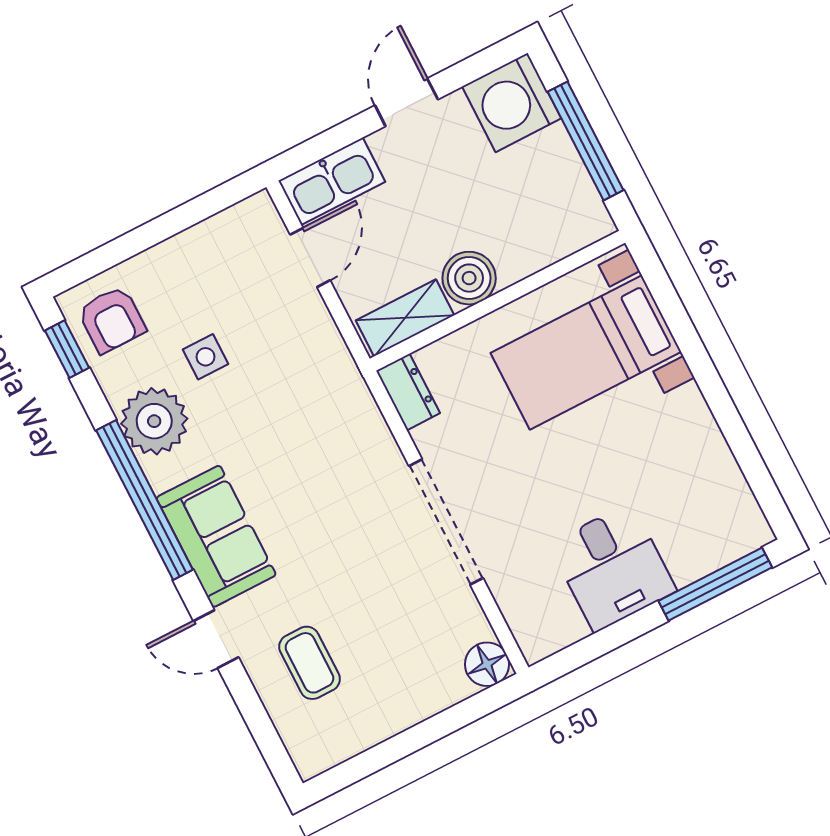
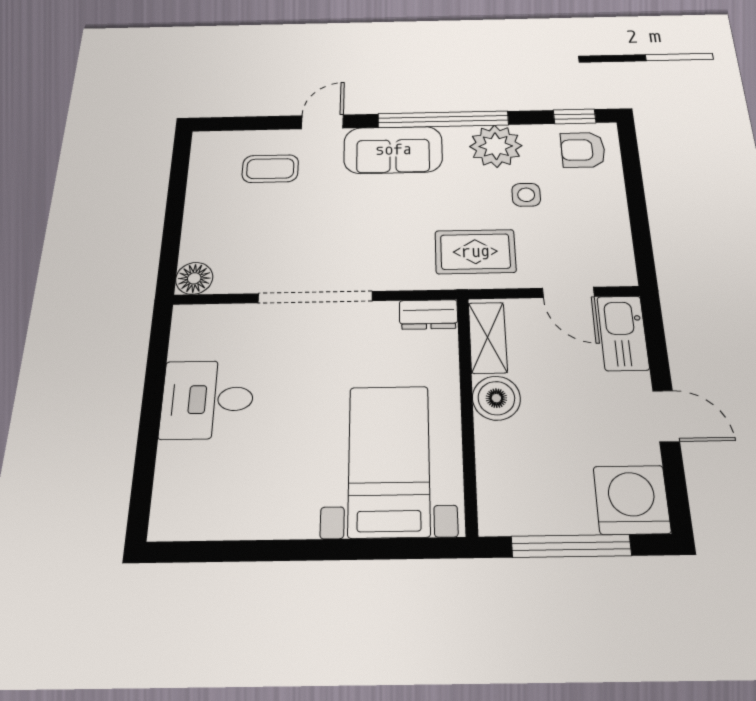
rug: (307, 379) -> (475, 252), added
window: (715, 584) -> (144, 472), removed

